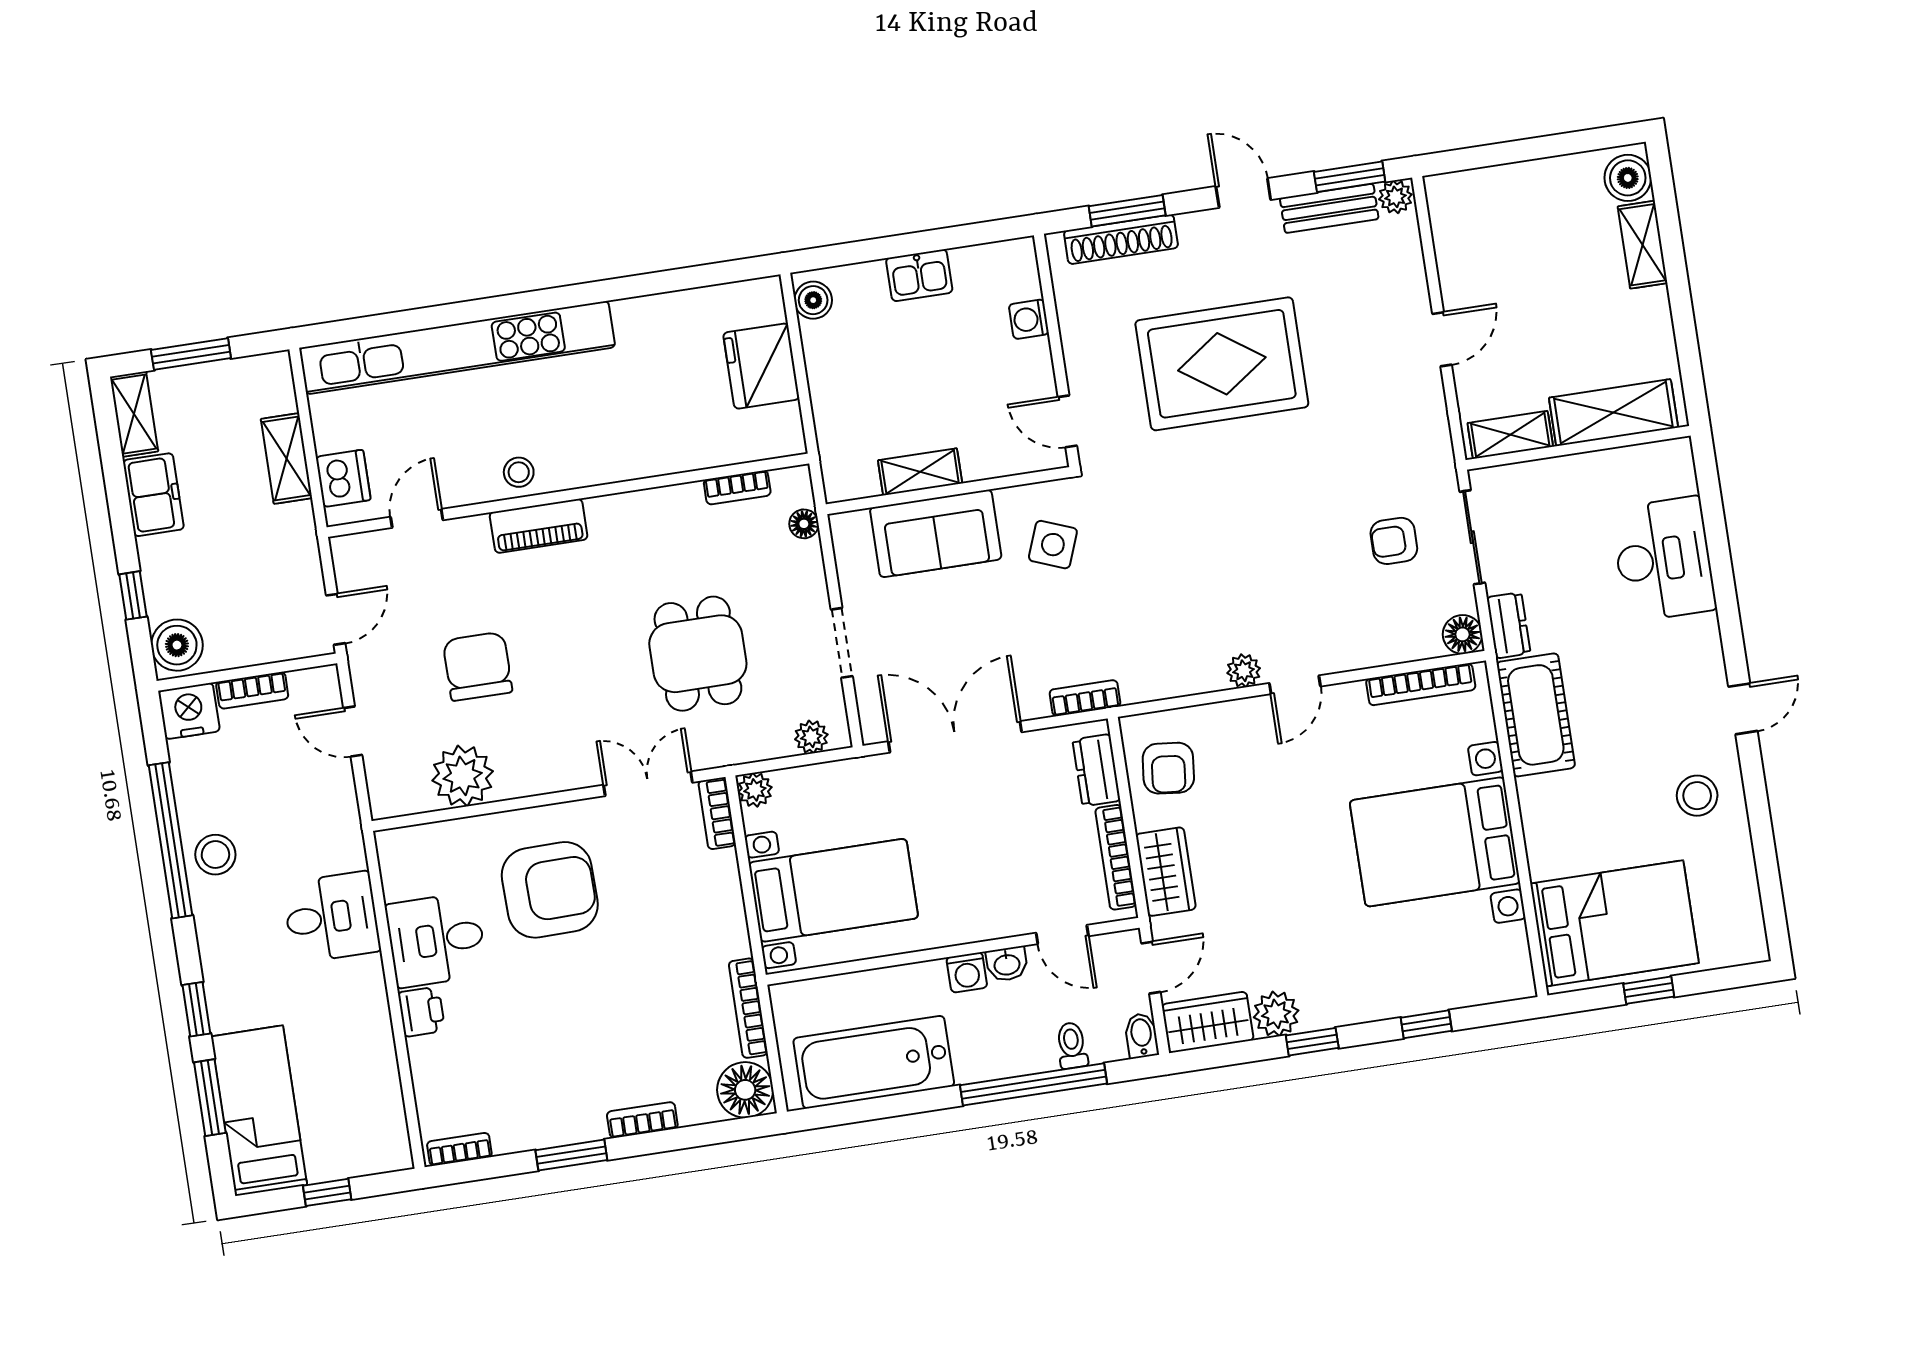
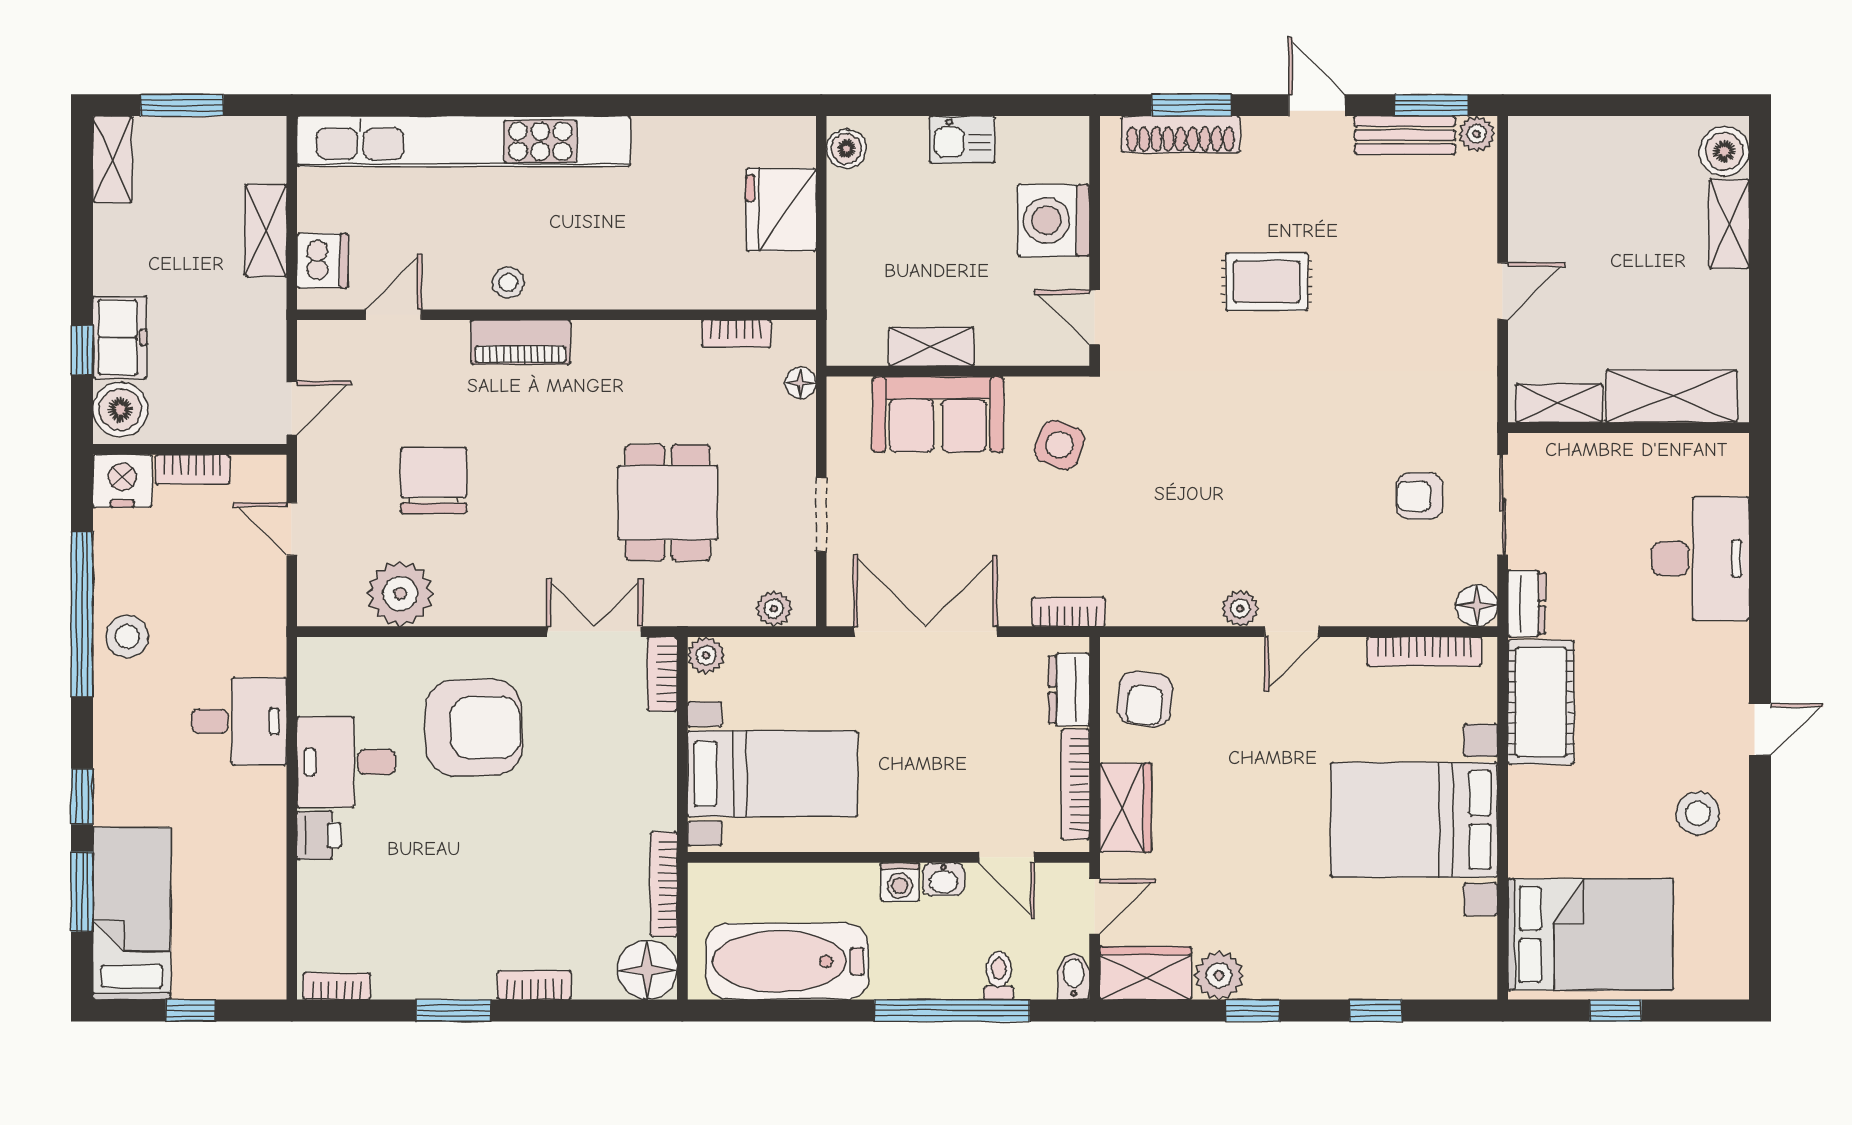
washing machine: (1029, 319) -> (1054, 220), width x1.89, depth x1.89
rug: (1222, 364) -> (1267, 282), width x0.54, depth x0.49
freezer: (153, 495) -> (120, 337), moved

